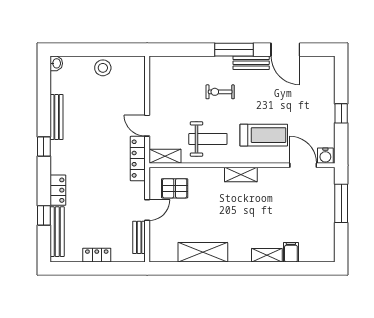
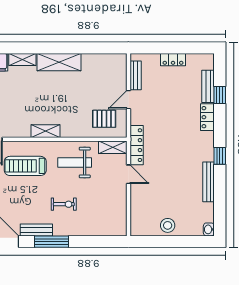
bench: (57, 232) -> (208, 86), width x0.73
shelving: (203, 252) -> (59, 62), moved

